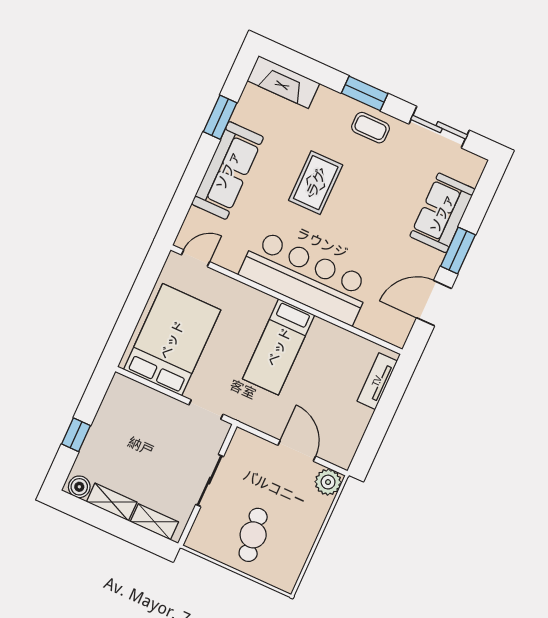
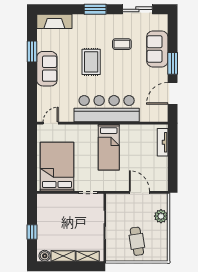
coffee table: (370, 128) -> (122, 44), moved
sofa: (228, 170) -> (47, 69), width x0.73
plant: (328, 482) -> (161, 216), moved

